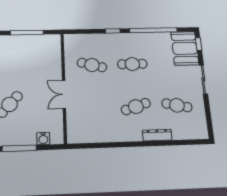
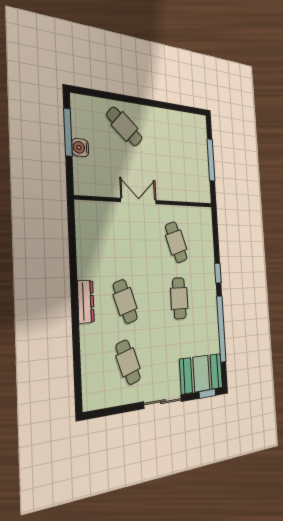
cafe table: (92, 65) -> (176, 242), turned -33
cafe table: (177, 105) -> (128, 362), turned -30
dresser: (157, 135) -> (86, 302), moved
water cooler: (43, 139) -> (80, 148), moved

